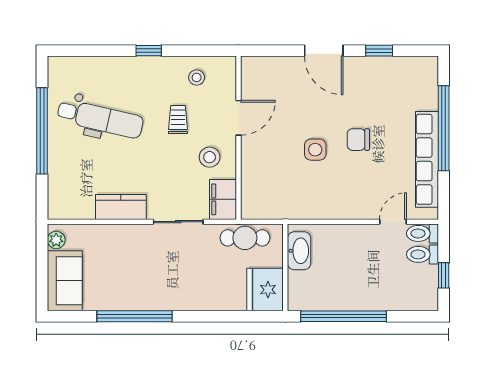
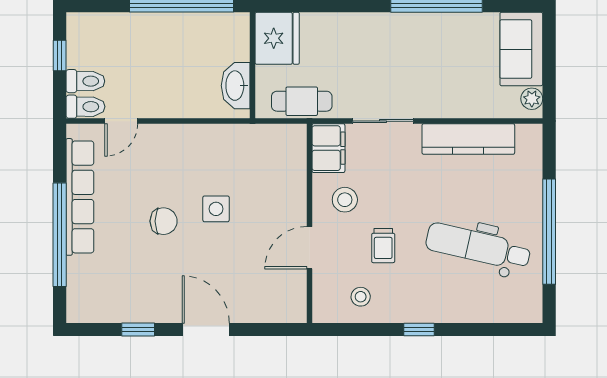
kitchen counter: (121, 207) -> (468, 139), width x1.50

